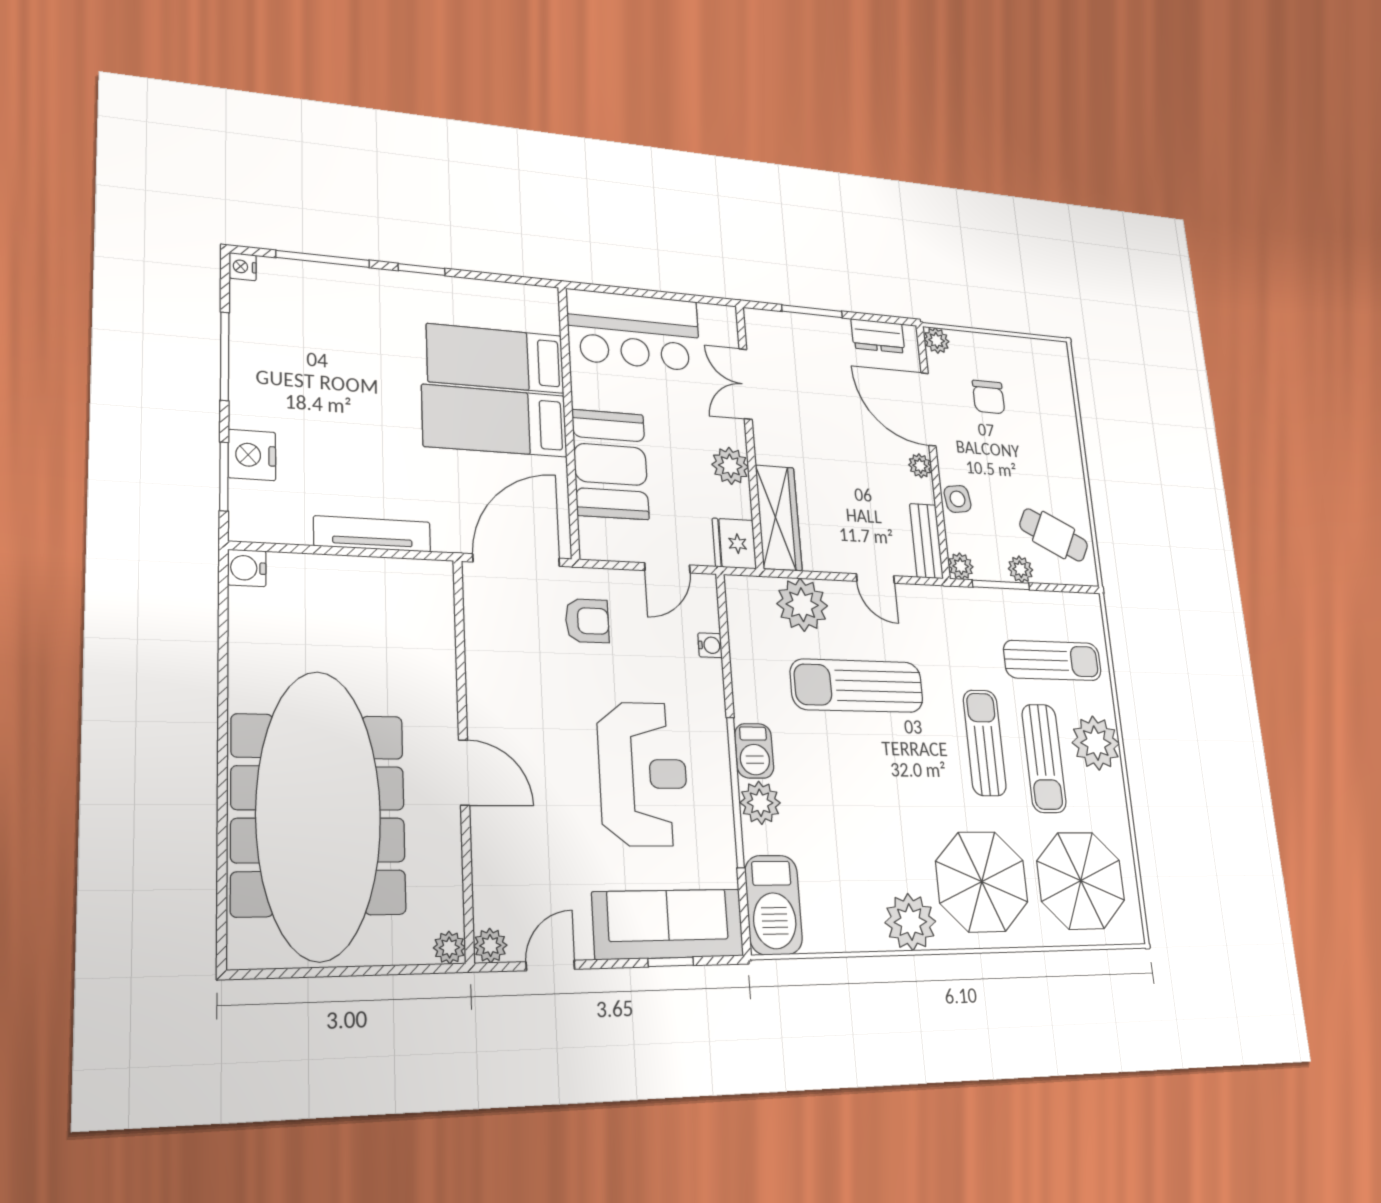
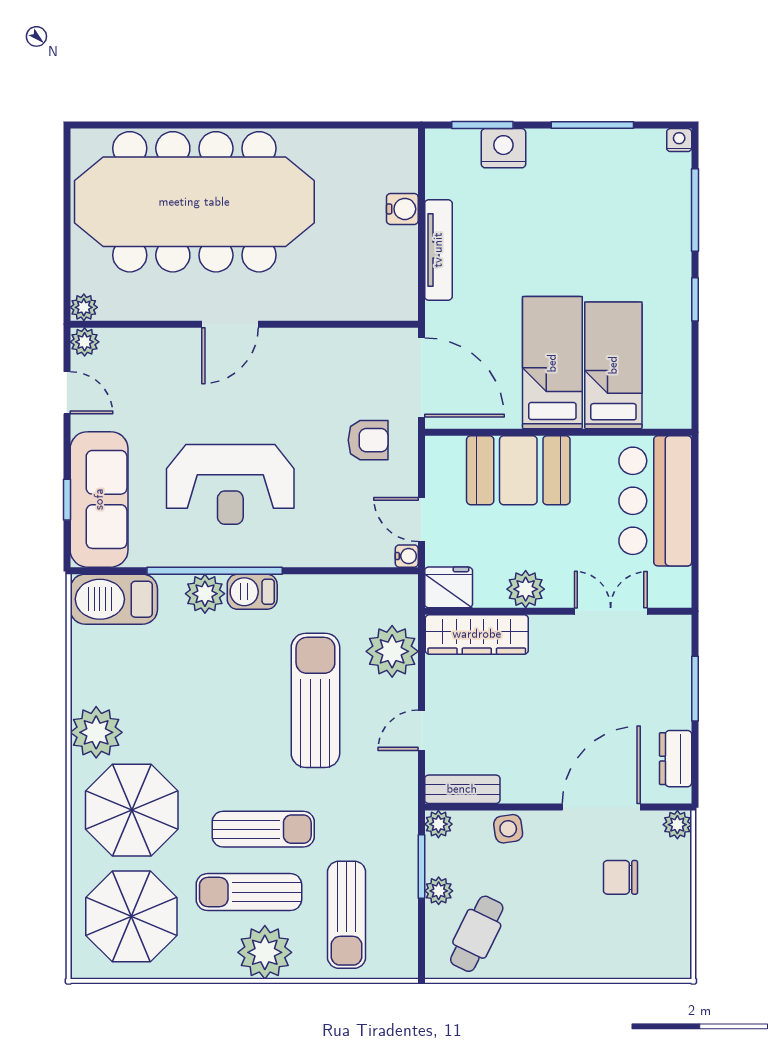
plant: (920, 466) -> (540, 791), removed
water cooler: (247, 568) -> (402, 209), moved, turned 90
armchair: (587, 621) -> (368, 440), turned -90
water cooler: (710, 645) -> (407, 556), moved, turned -90

